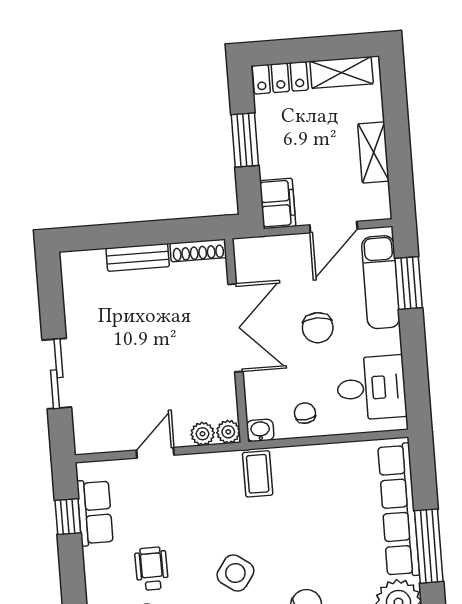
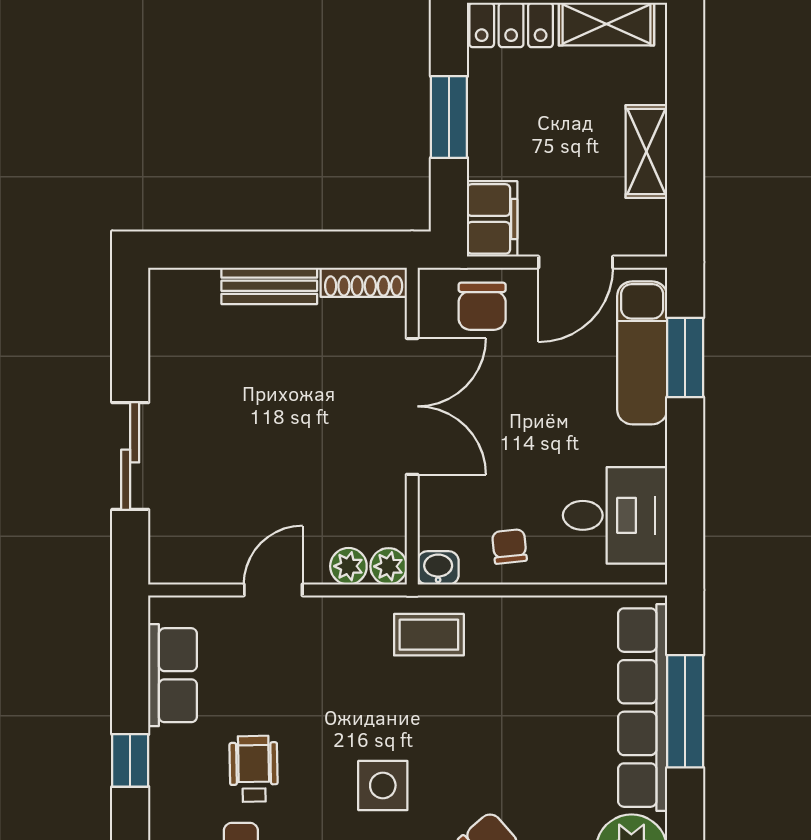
chair: (318, 328) -> (482, 306), moved
coffee table: (258, 474) -> (429, 635), turned 90
window: (68, 517) -> (130, 760), moved
window: (429, 546) -> (685, 711), moved
side table: (235, 573) -> (383, 785), turned -35

